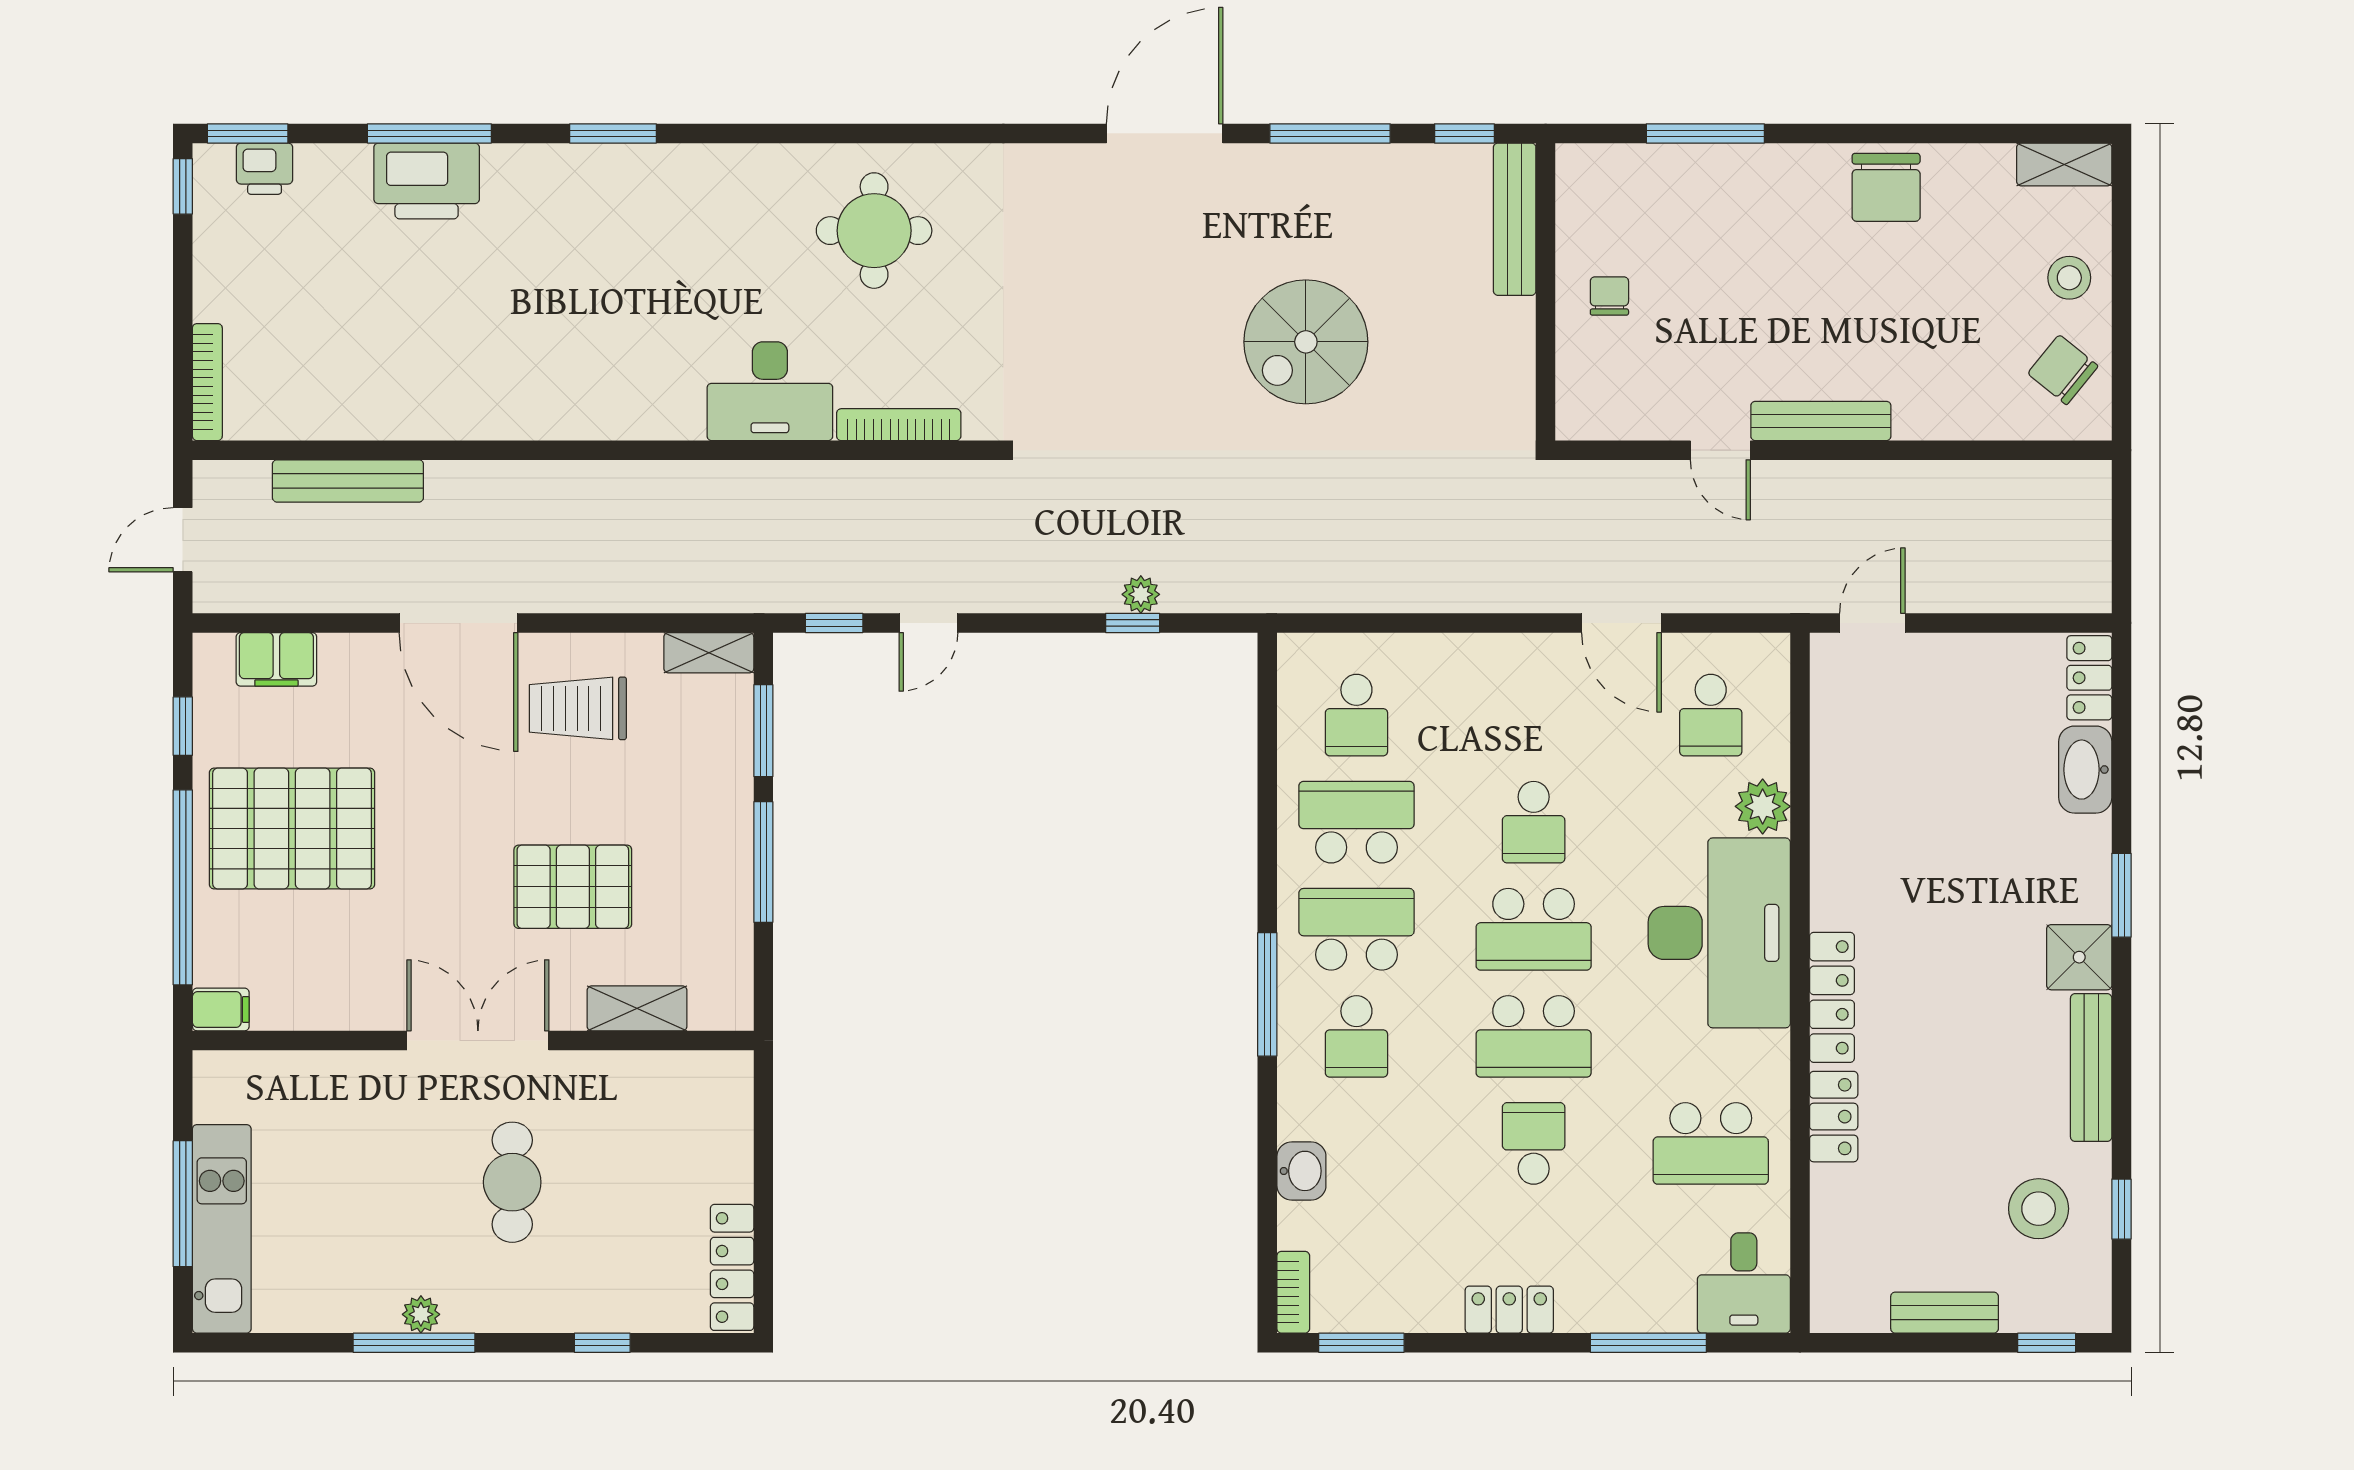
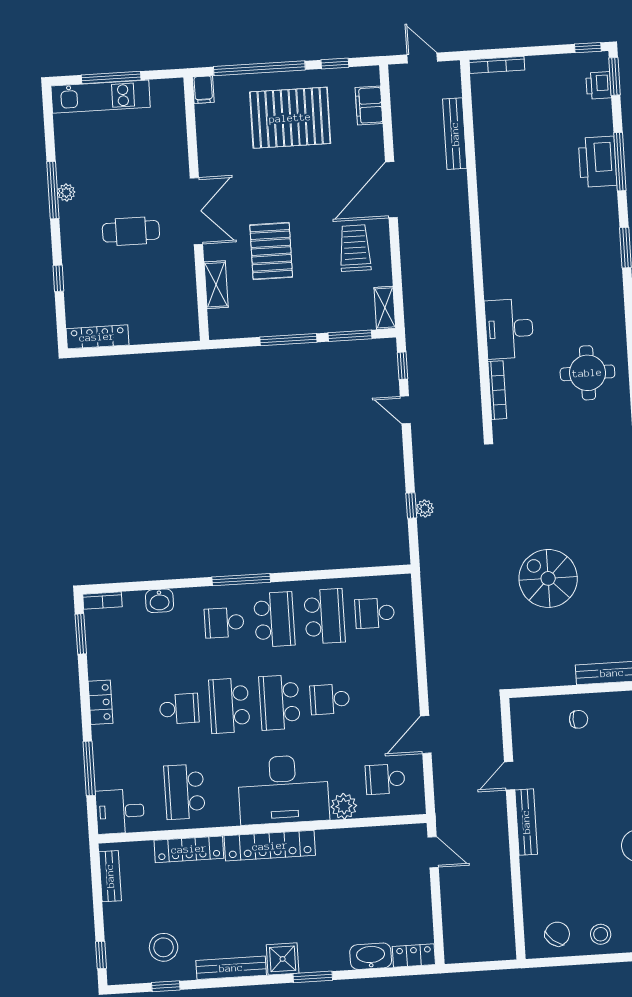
pallet: (292, 829) -> (290, 118), turned 90
locker: (1832, 997) -> (270, 846), width x1.41, depth x1.21
locker: (1834, 1117) -> (189, 849), width x1.53
bench: (1945, 1313) -> (110, 876), moved

